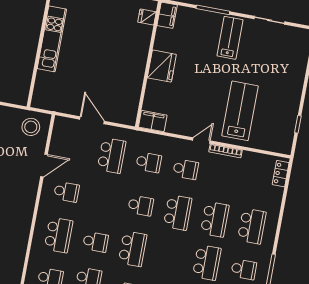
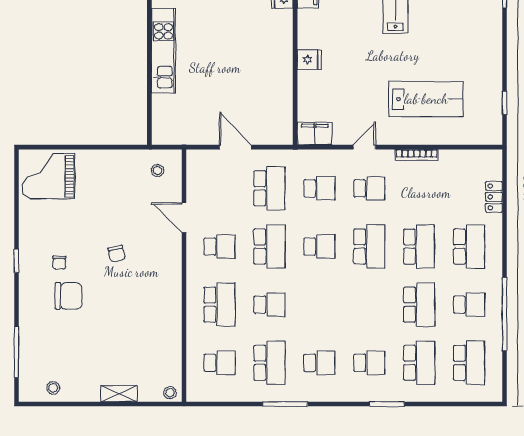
fridge: (162, 66) -> (309, 60), width x0.53, depth x0.75
lab bench: (240, 111) -> (426, 99), turned 90
stool: (31, 127) -> (157, 171), width x0.53, depth x0.53
door: (201, 141) -> (364, 147), moved
door: (44, 166) -> (184, 218), swing flipped
locker: (281, 174) -> (494, 197), moved
school desk: (133, 249) -> (269, 247), moved

